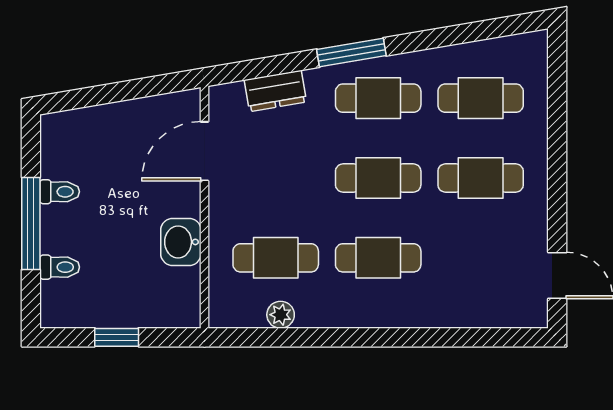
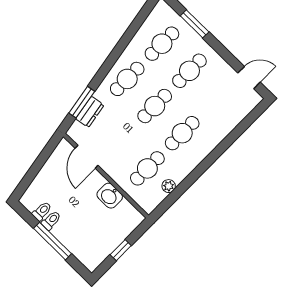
window: (351, 53) -> (82, 102), moved
window: (557, 117) -> (195, 24), added
toilet: (60, 267) -> (42, 211), moved

